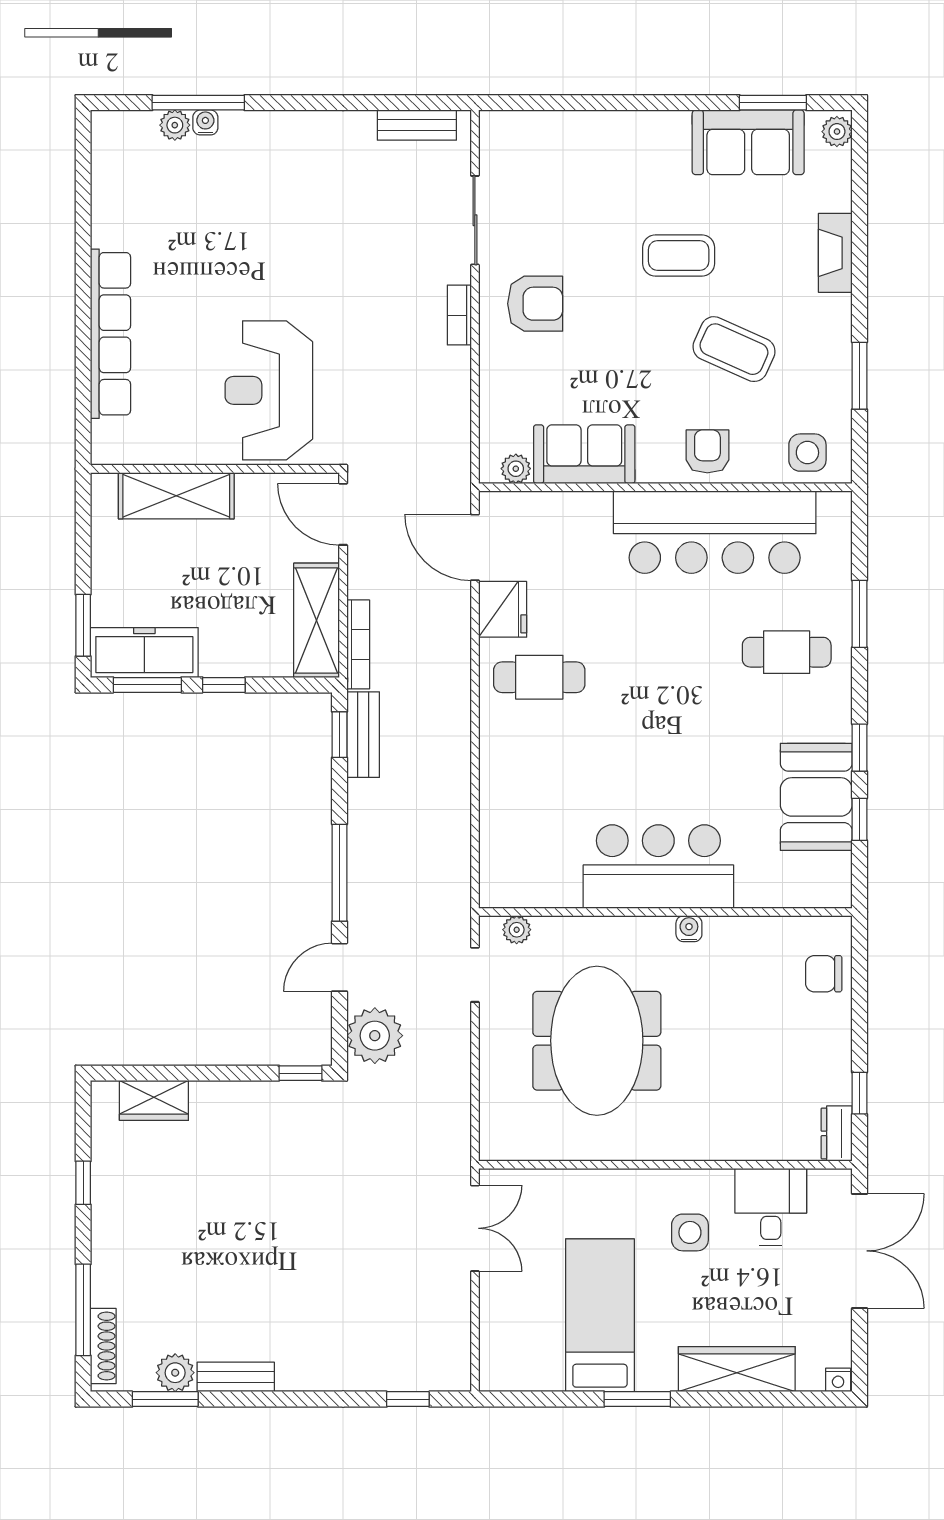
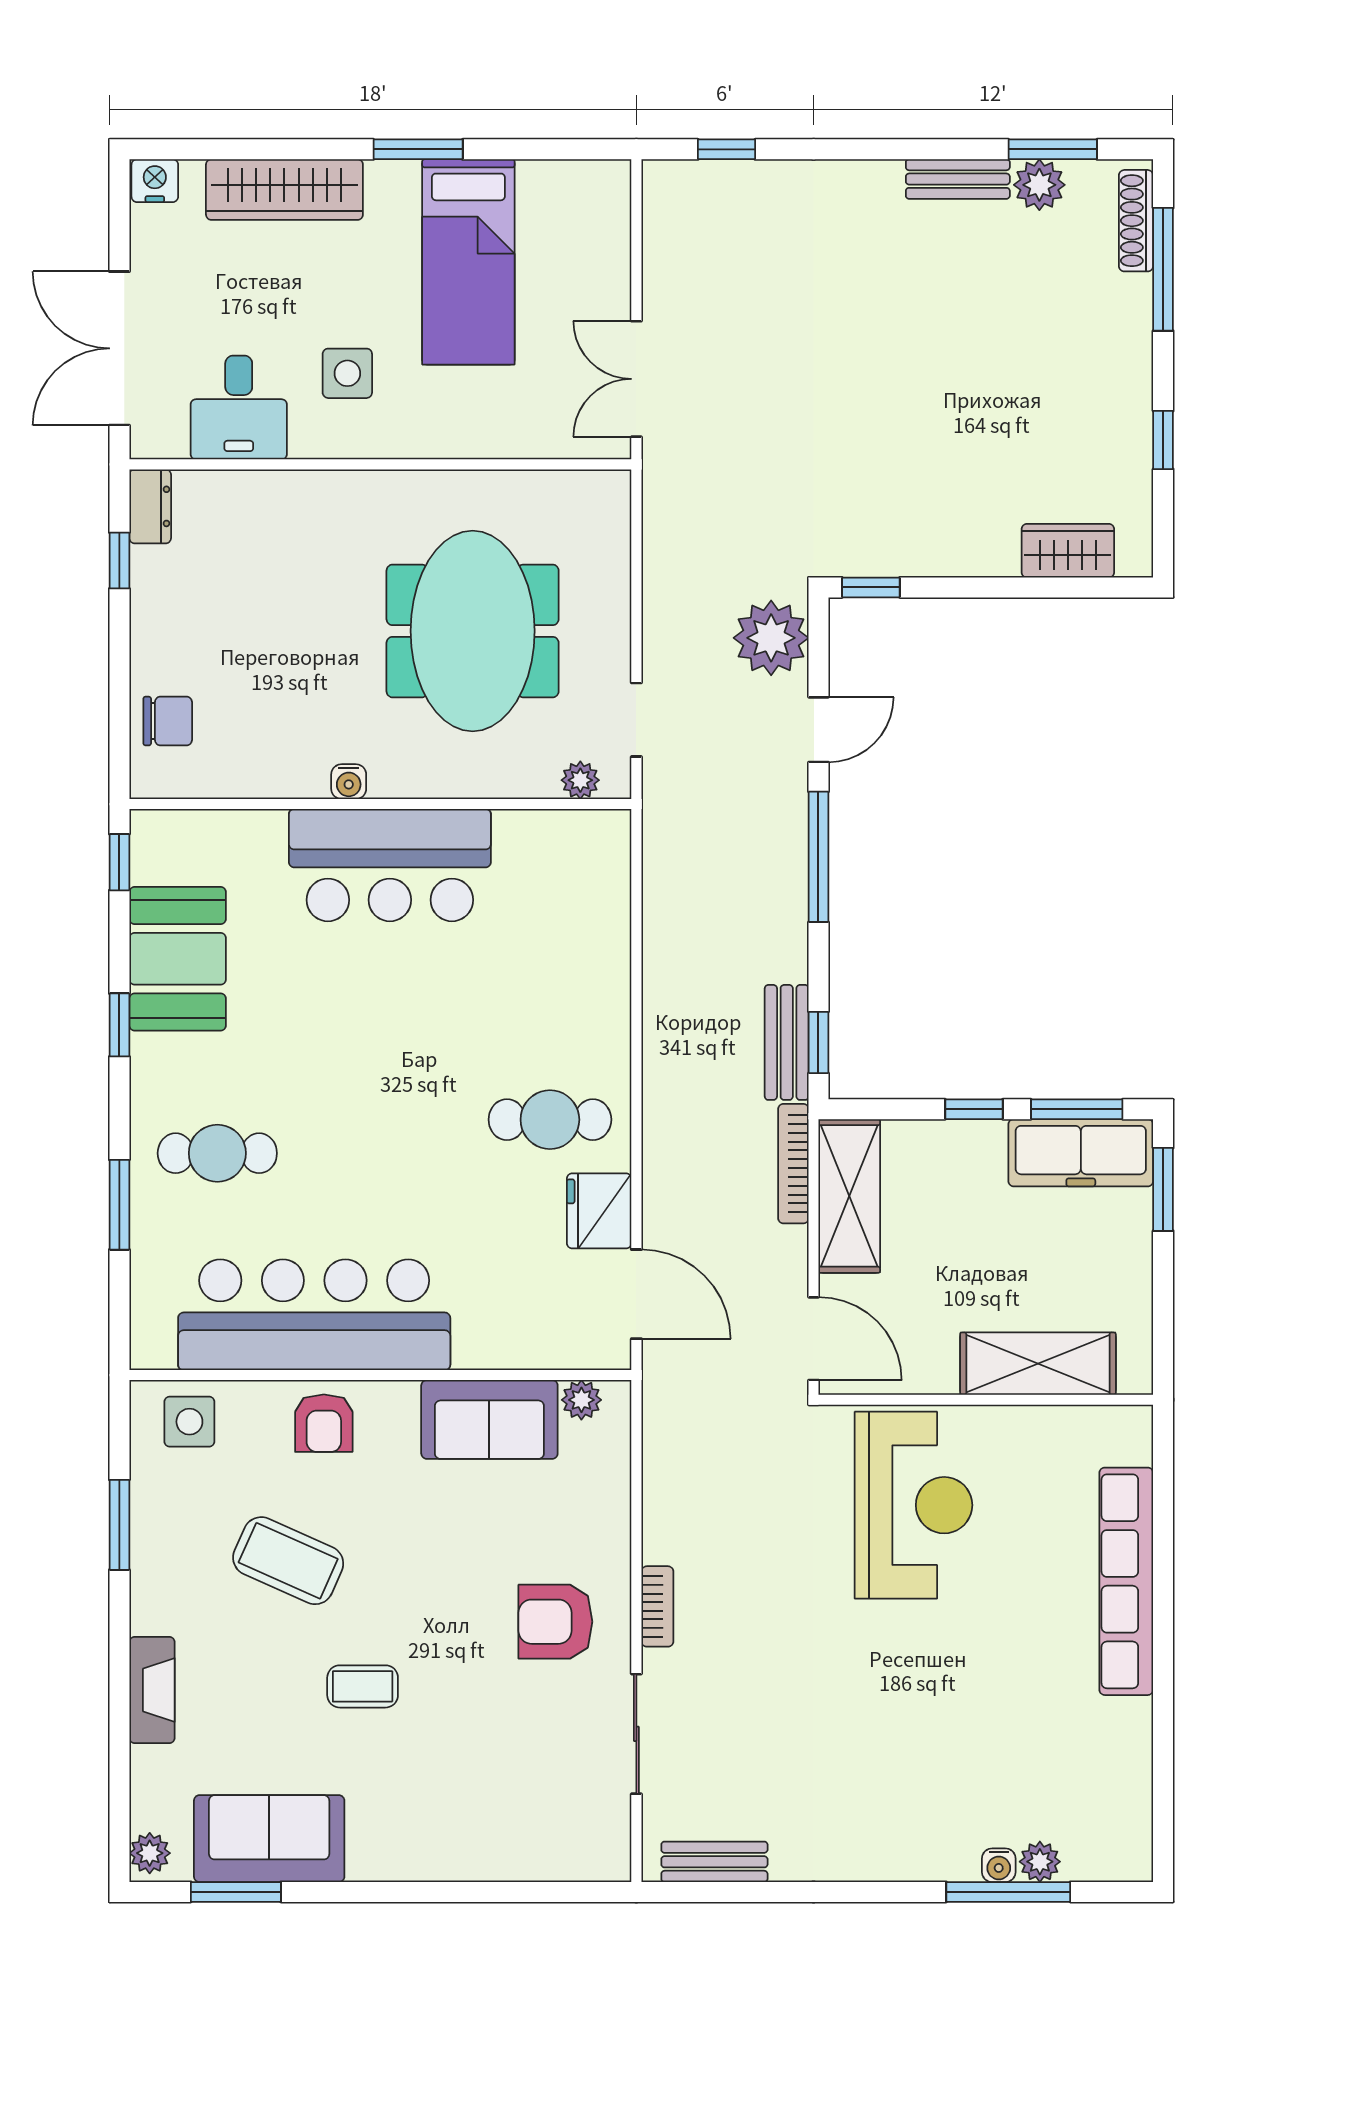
coffee table: (679, 256) -> (363, 1686), width x0.73, depth x0.77
window: (859, 819) -> (119, 862), moved
nightstand: (838, 1380) -> (155, 181), width x1.39, depth x1.35

